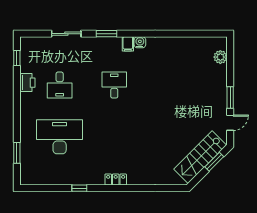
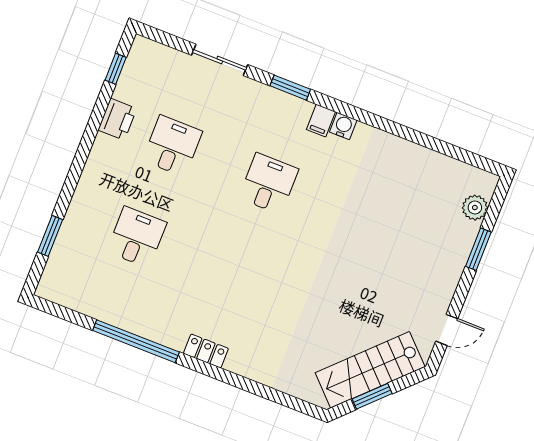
desk: (60, 85) -> (172, 146), turned 180
window: (230, 98) -> (478, 249), moved
desk: (60, 137) -> (137, 237), width x0.53, depth x0.77
window: (214, 162) -> (372, 396), moved
window: (79, 188) -> (136, 341), width x3.17

